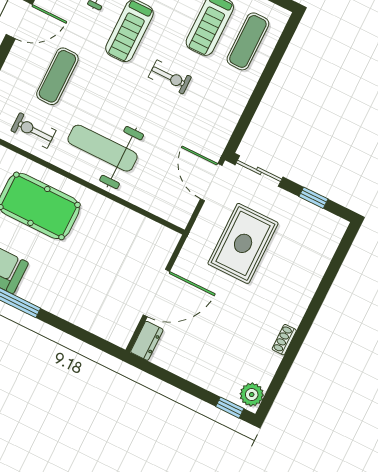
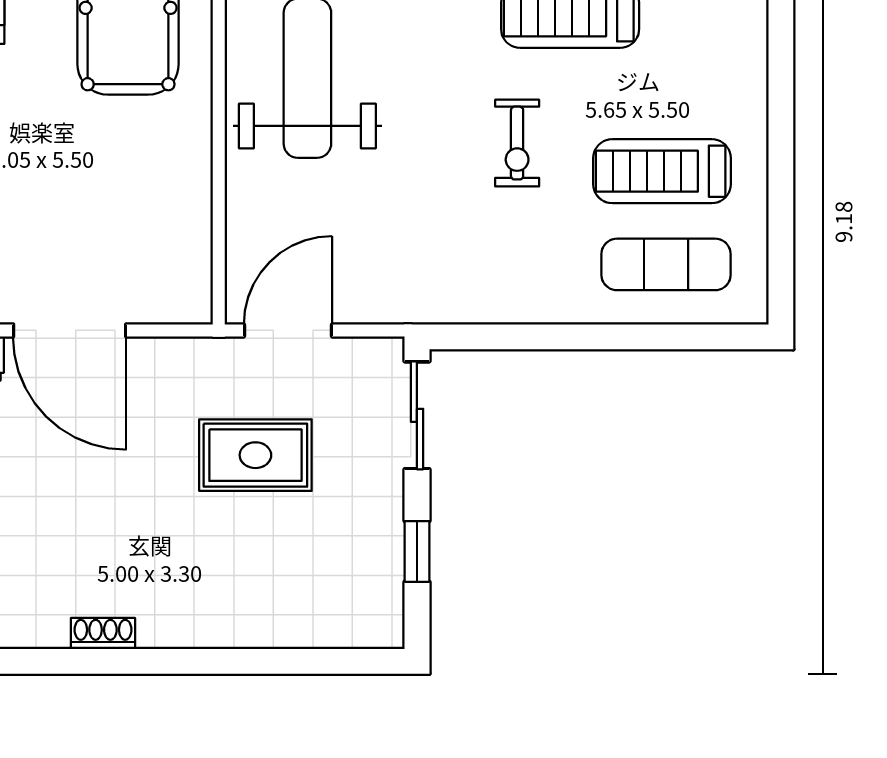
door: (211, 182) -> (288, 330), moved
rug: (243, 243) -> (255, 455), width x0.73, depth x0.70

